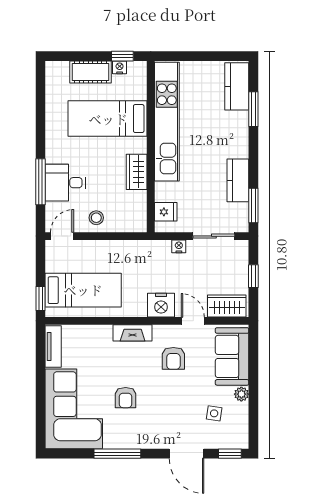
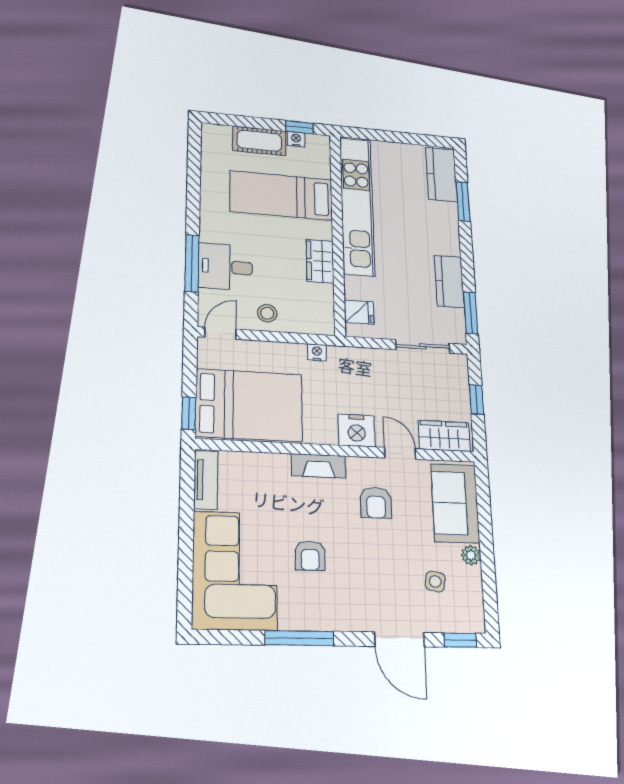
nightstand: (179, 246) -> (317, 352), moved
bed: (83, 290) -> (249, 405), width x1.50

